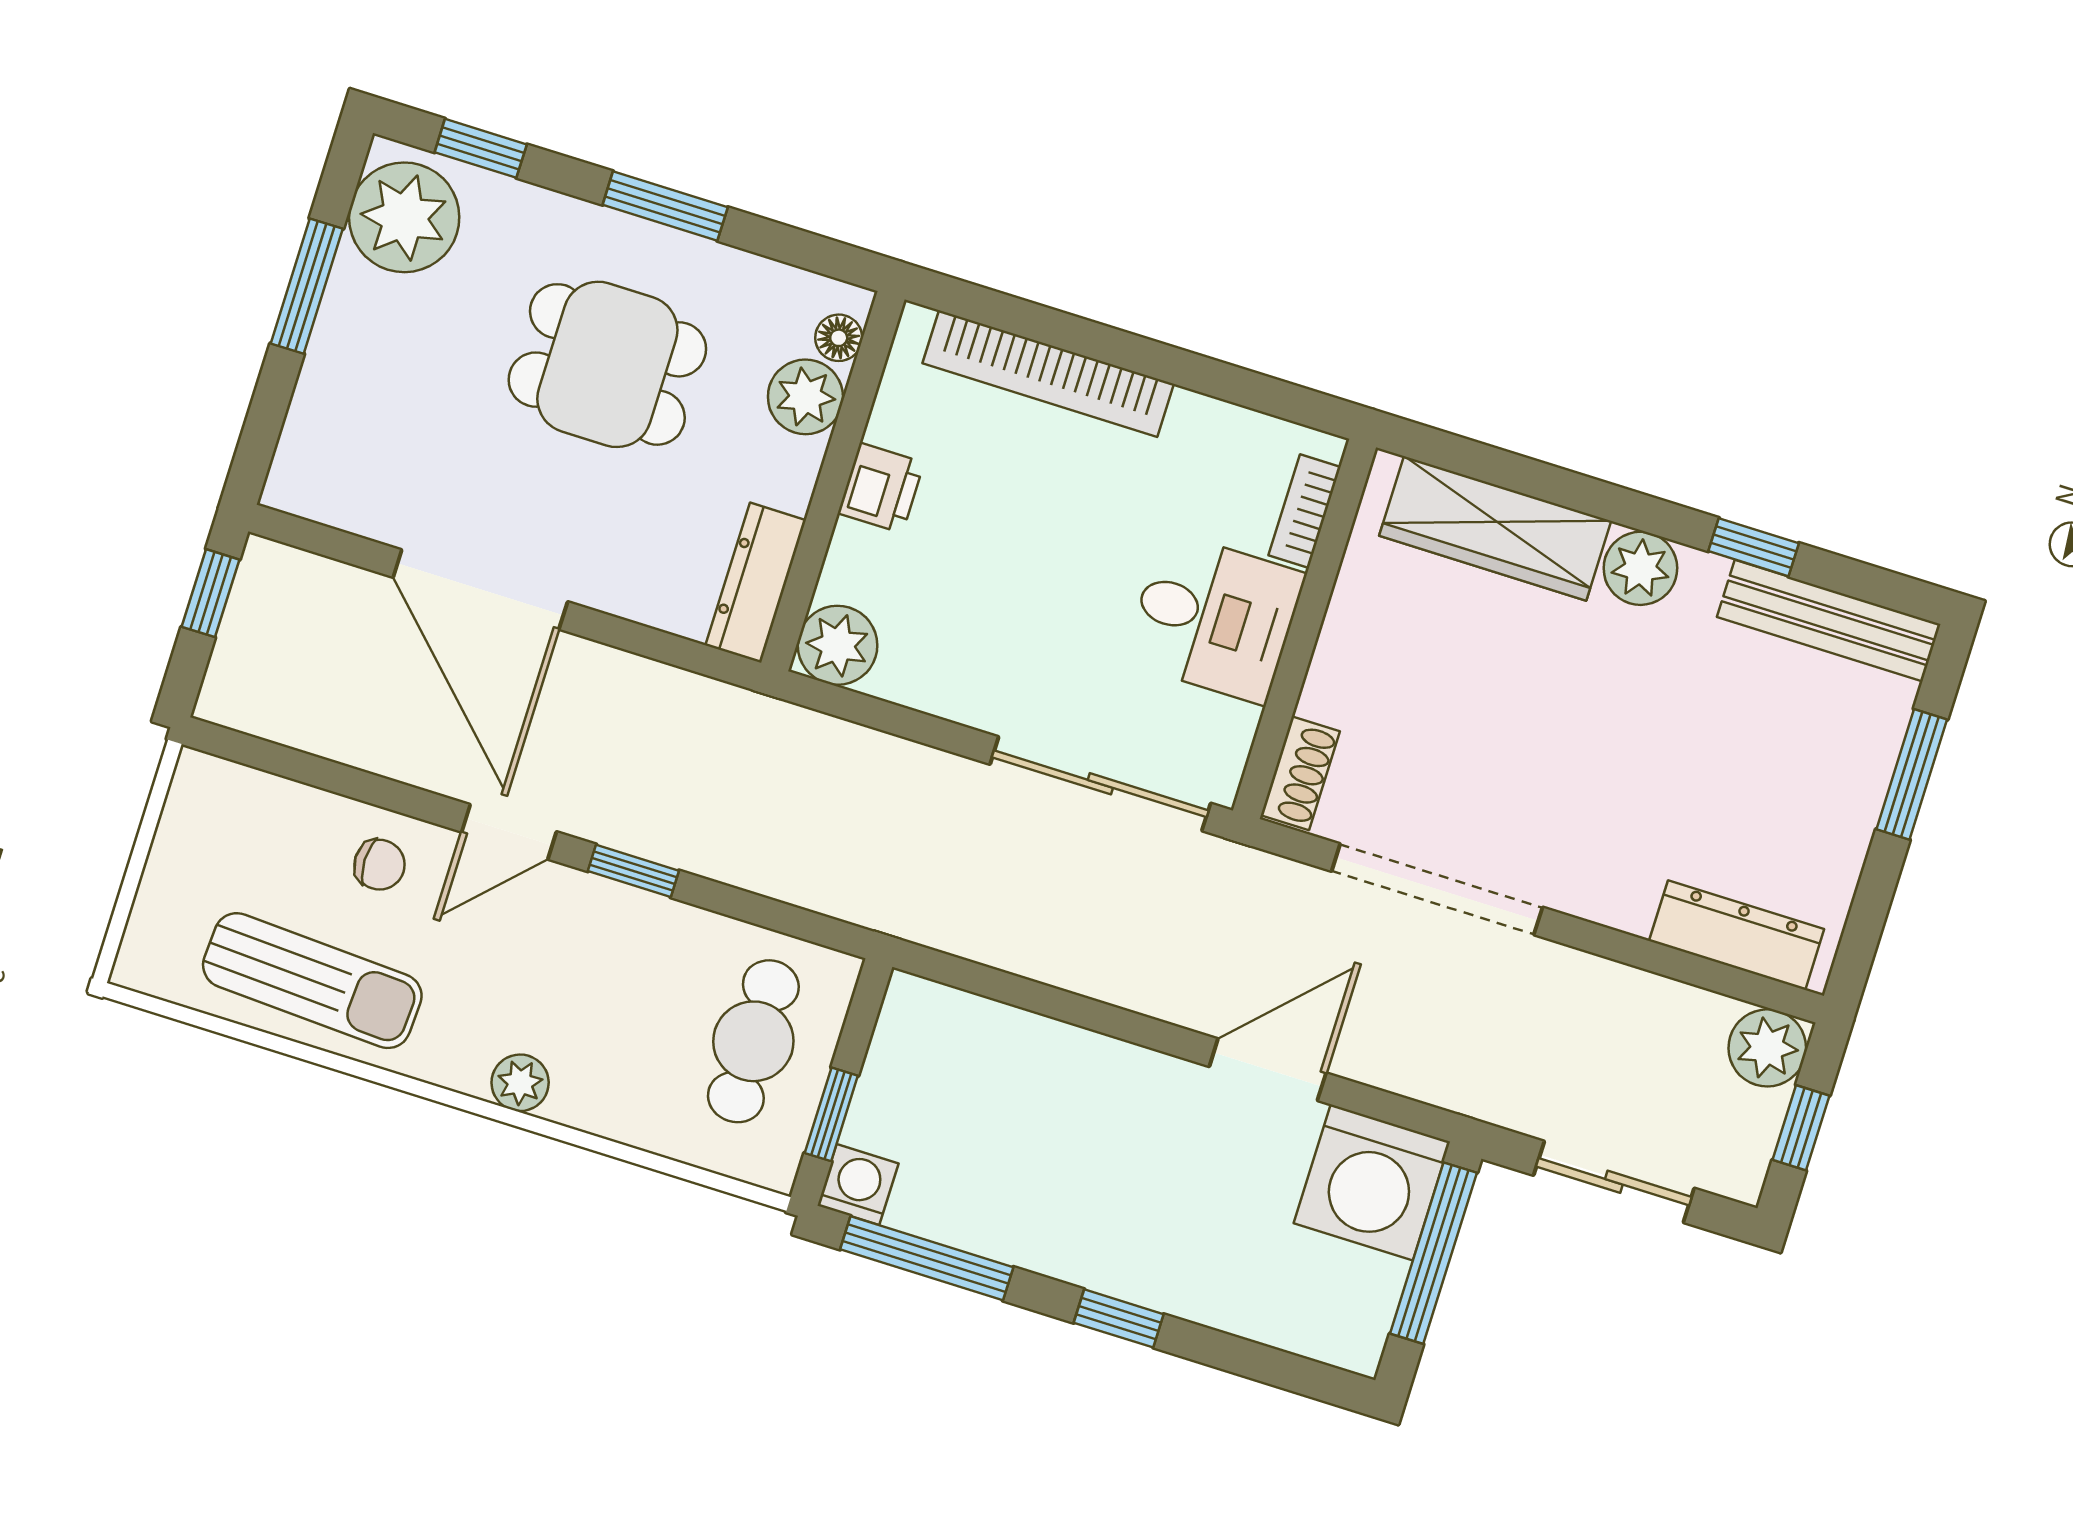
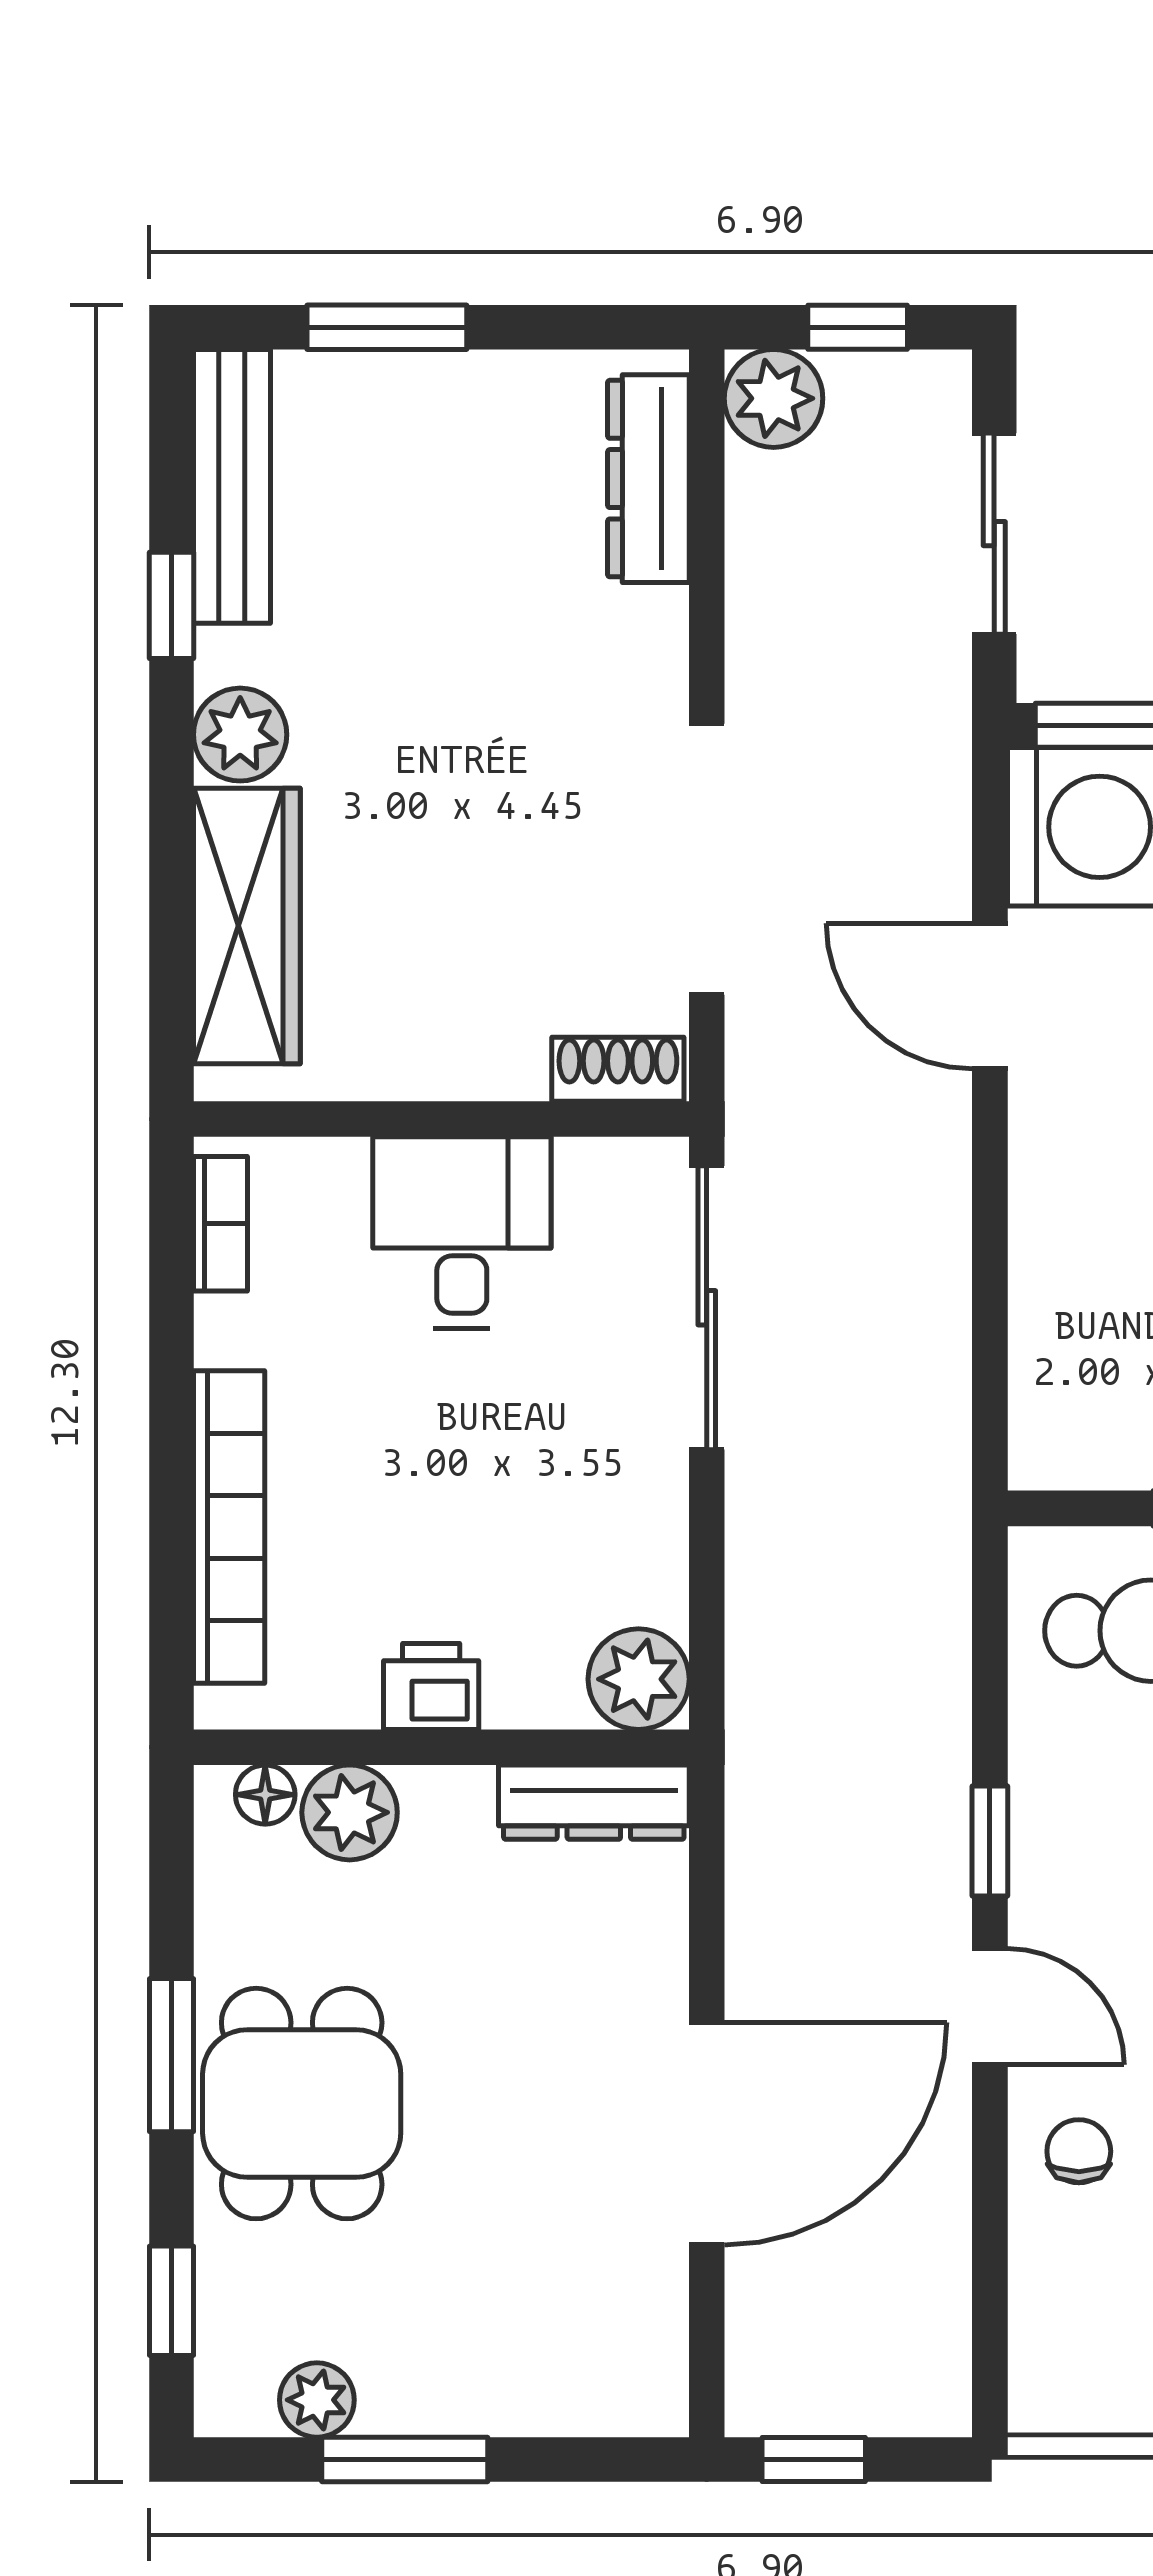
plant: (404, 217) -> (317, 2400), width x0.53, depth x0.53
dining table: (607, 364) -> (302, 2104), moved
bookcase: (1305, 511) -> (221, 1224), moved, turned -90

